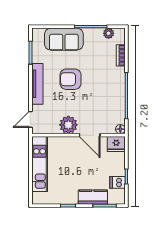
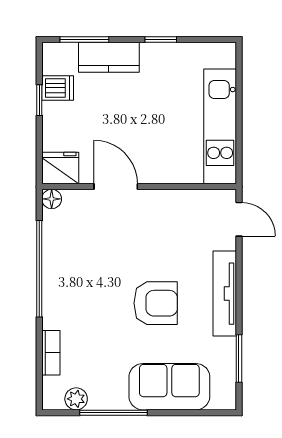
door: (30, 119) -> (239, 219), hinge flipped
plant: (68, 125) -> (160, 208), removed

